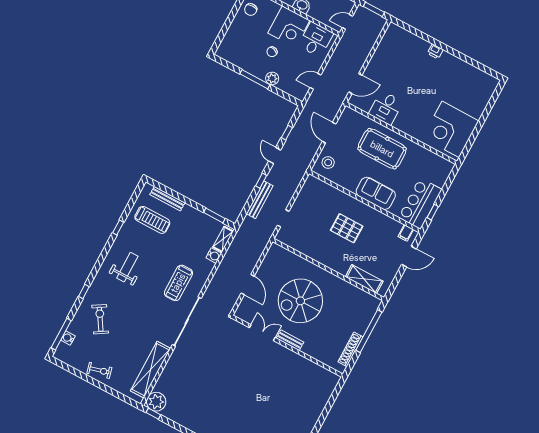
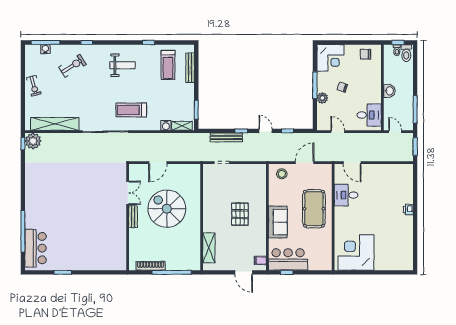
corner desk: (289, 27) -> (331, 58), moved, turned -90
door: (275, 156) -> (266, 131), hinge flipped

